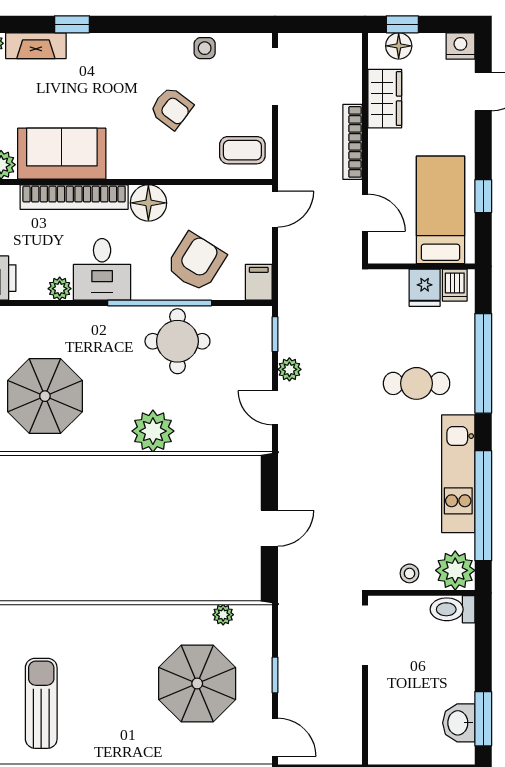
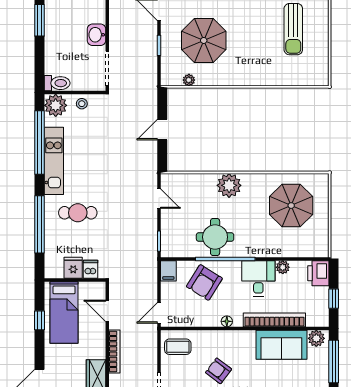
floor lamp: (148, 203) -> (227, 321), width x0.53, depth x0.53
dishwasher: (455, 285) -> (90, 269), moved
plant: (289, 369) -> (151, 221), removed
washbasin: (459, 723) -> (96, 35), moved, turned 180

